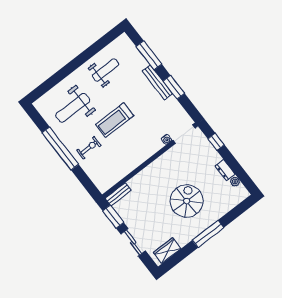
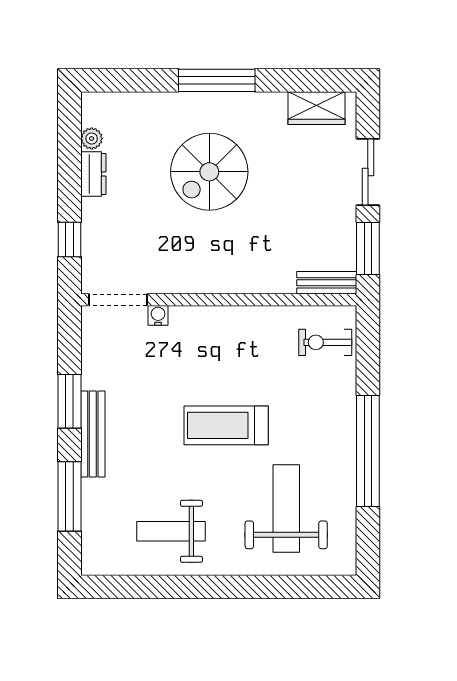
weight bench: (73, 108) -> (286, 509), turned -90
treadmill: (115, 120) -> (226, 425), turned 180
exercise bike: (89, 148) -> (325, 342), moved

